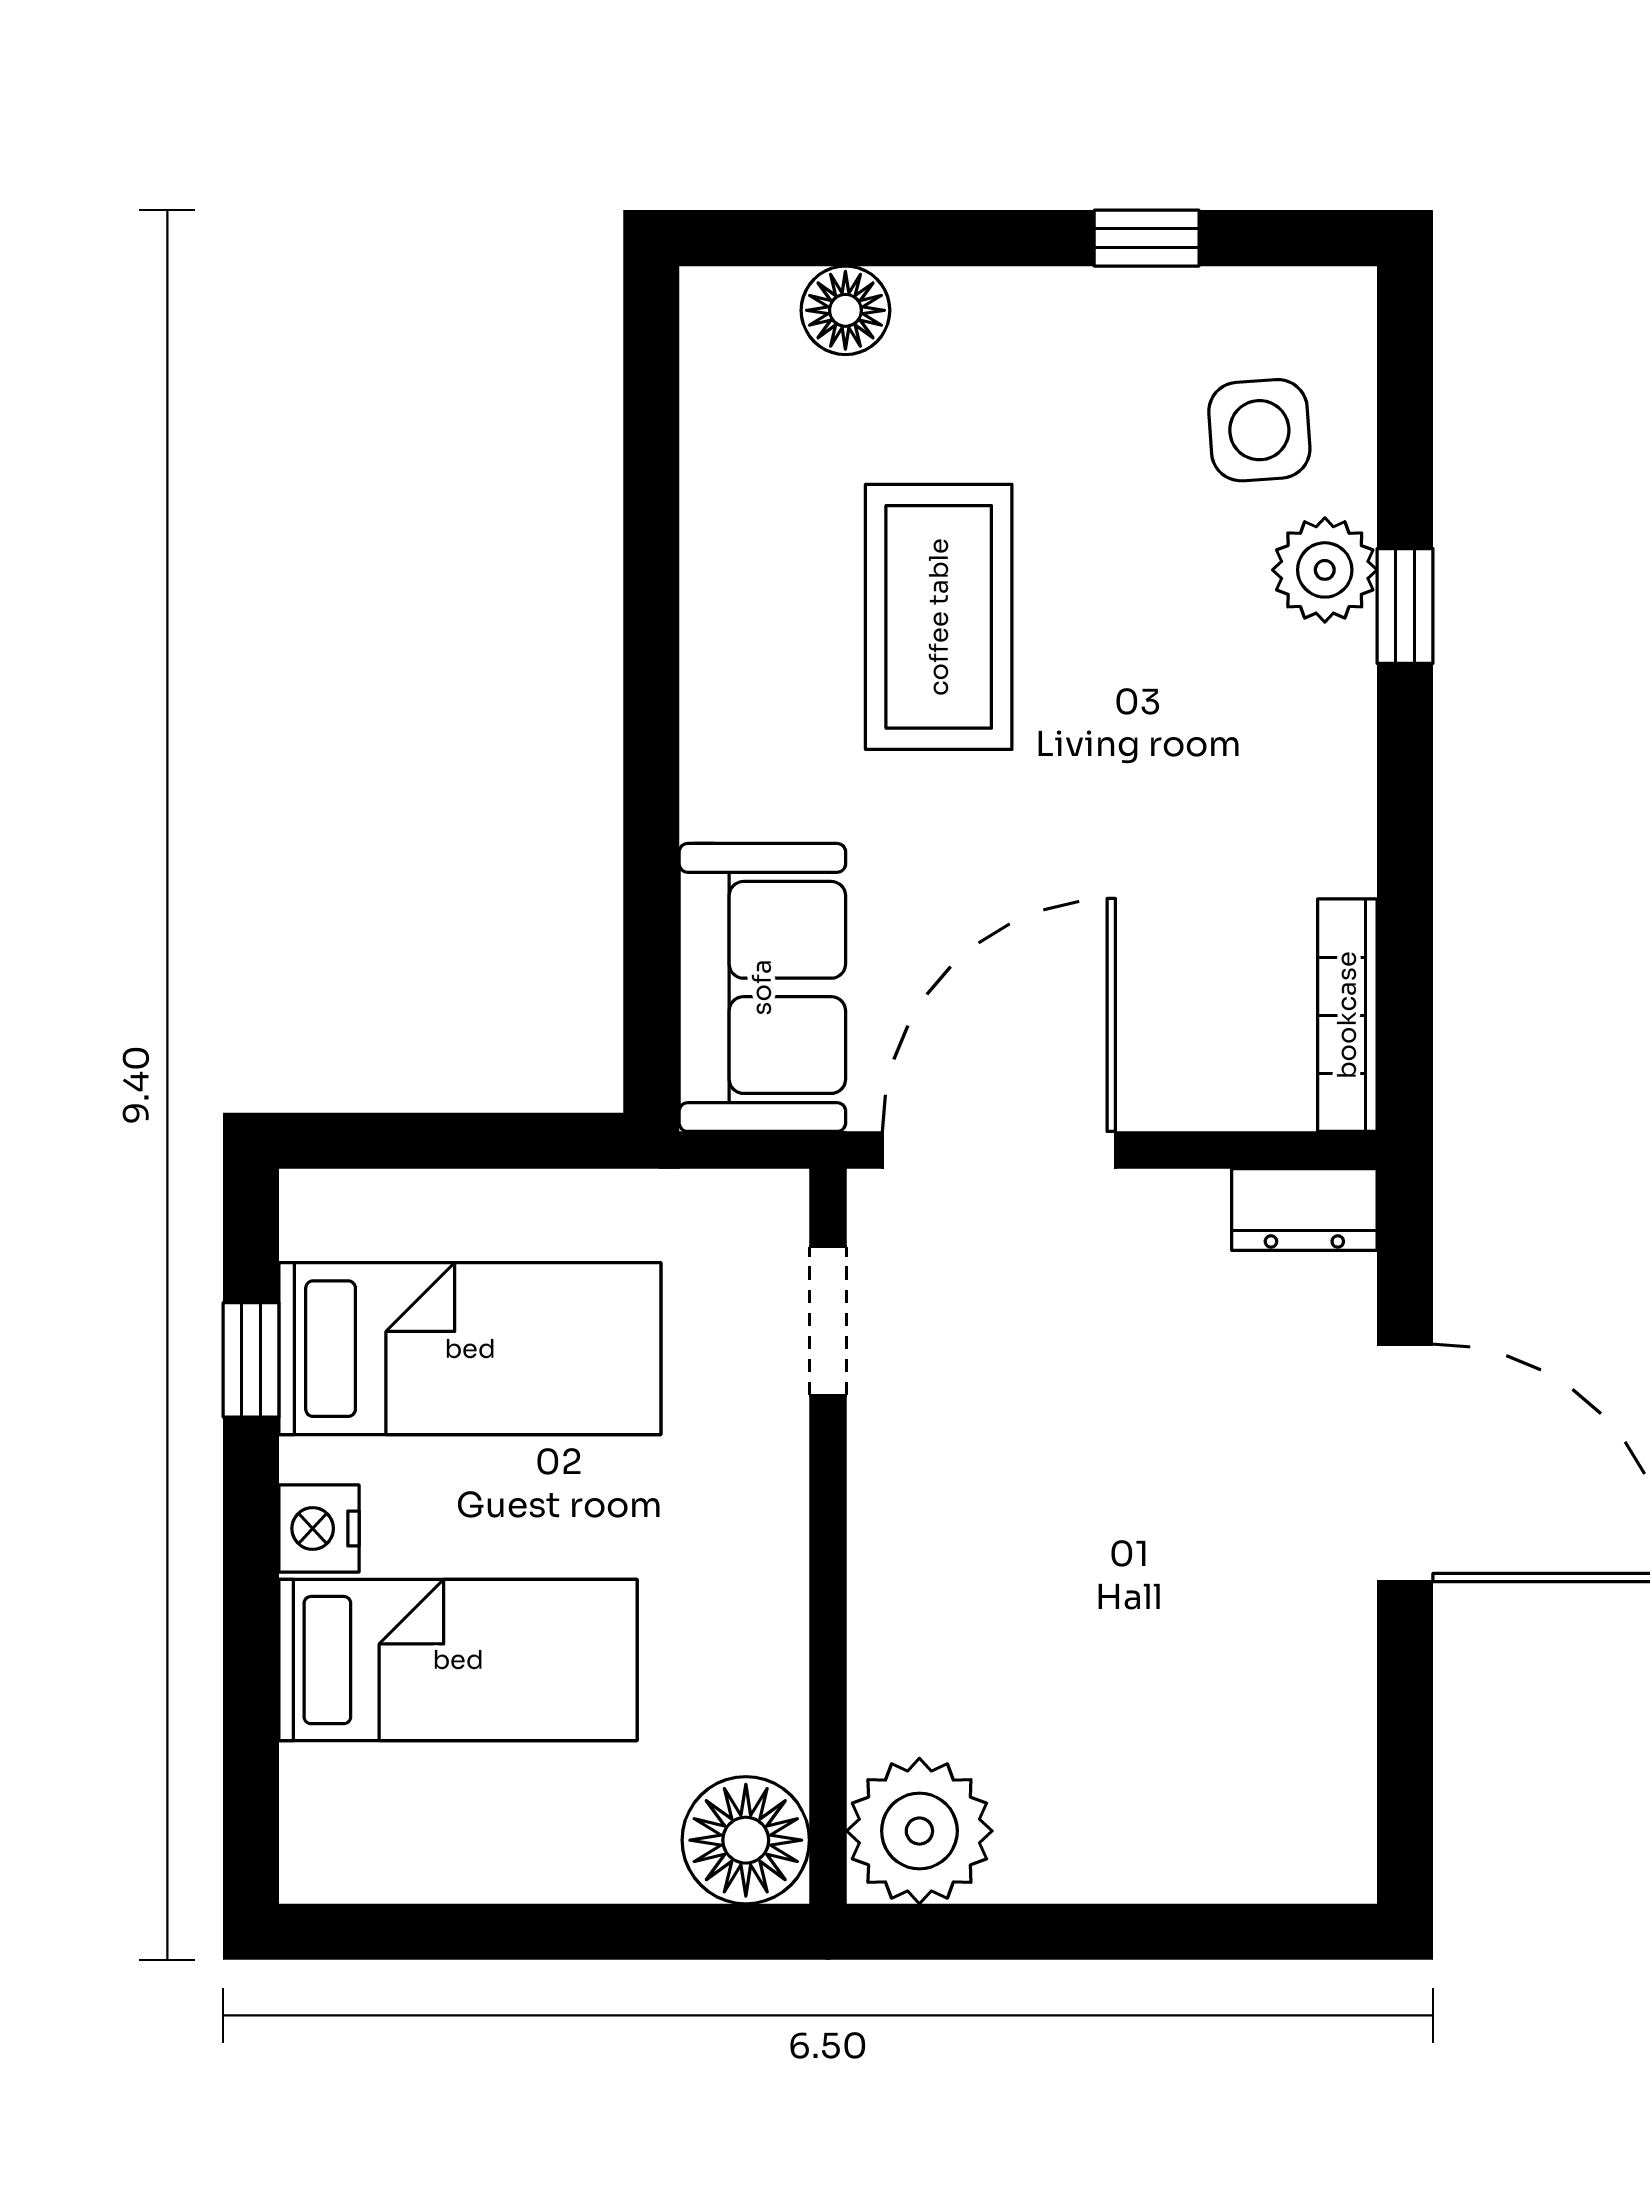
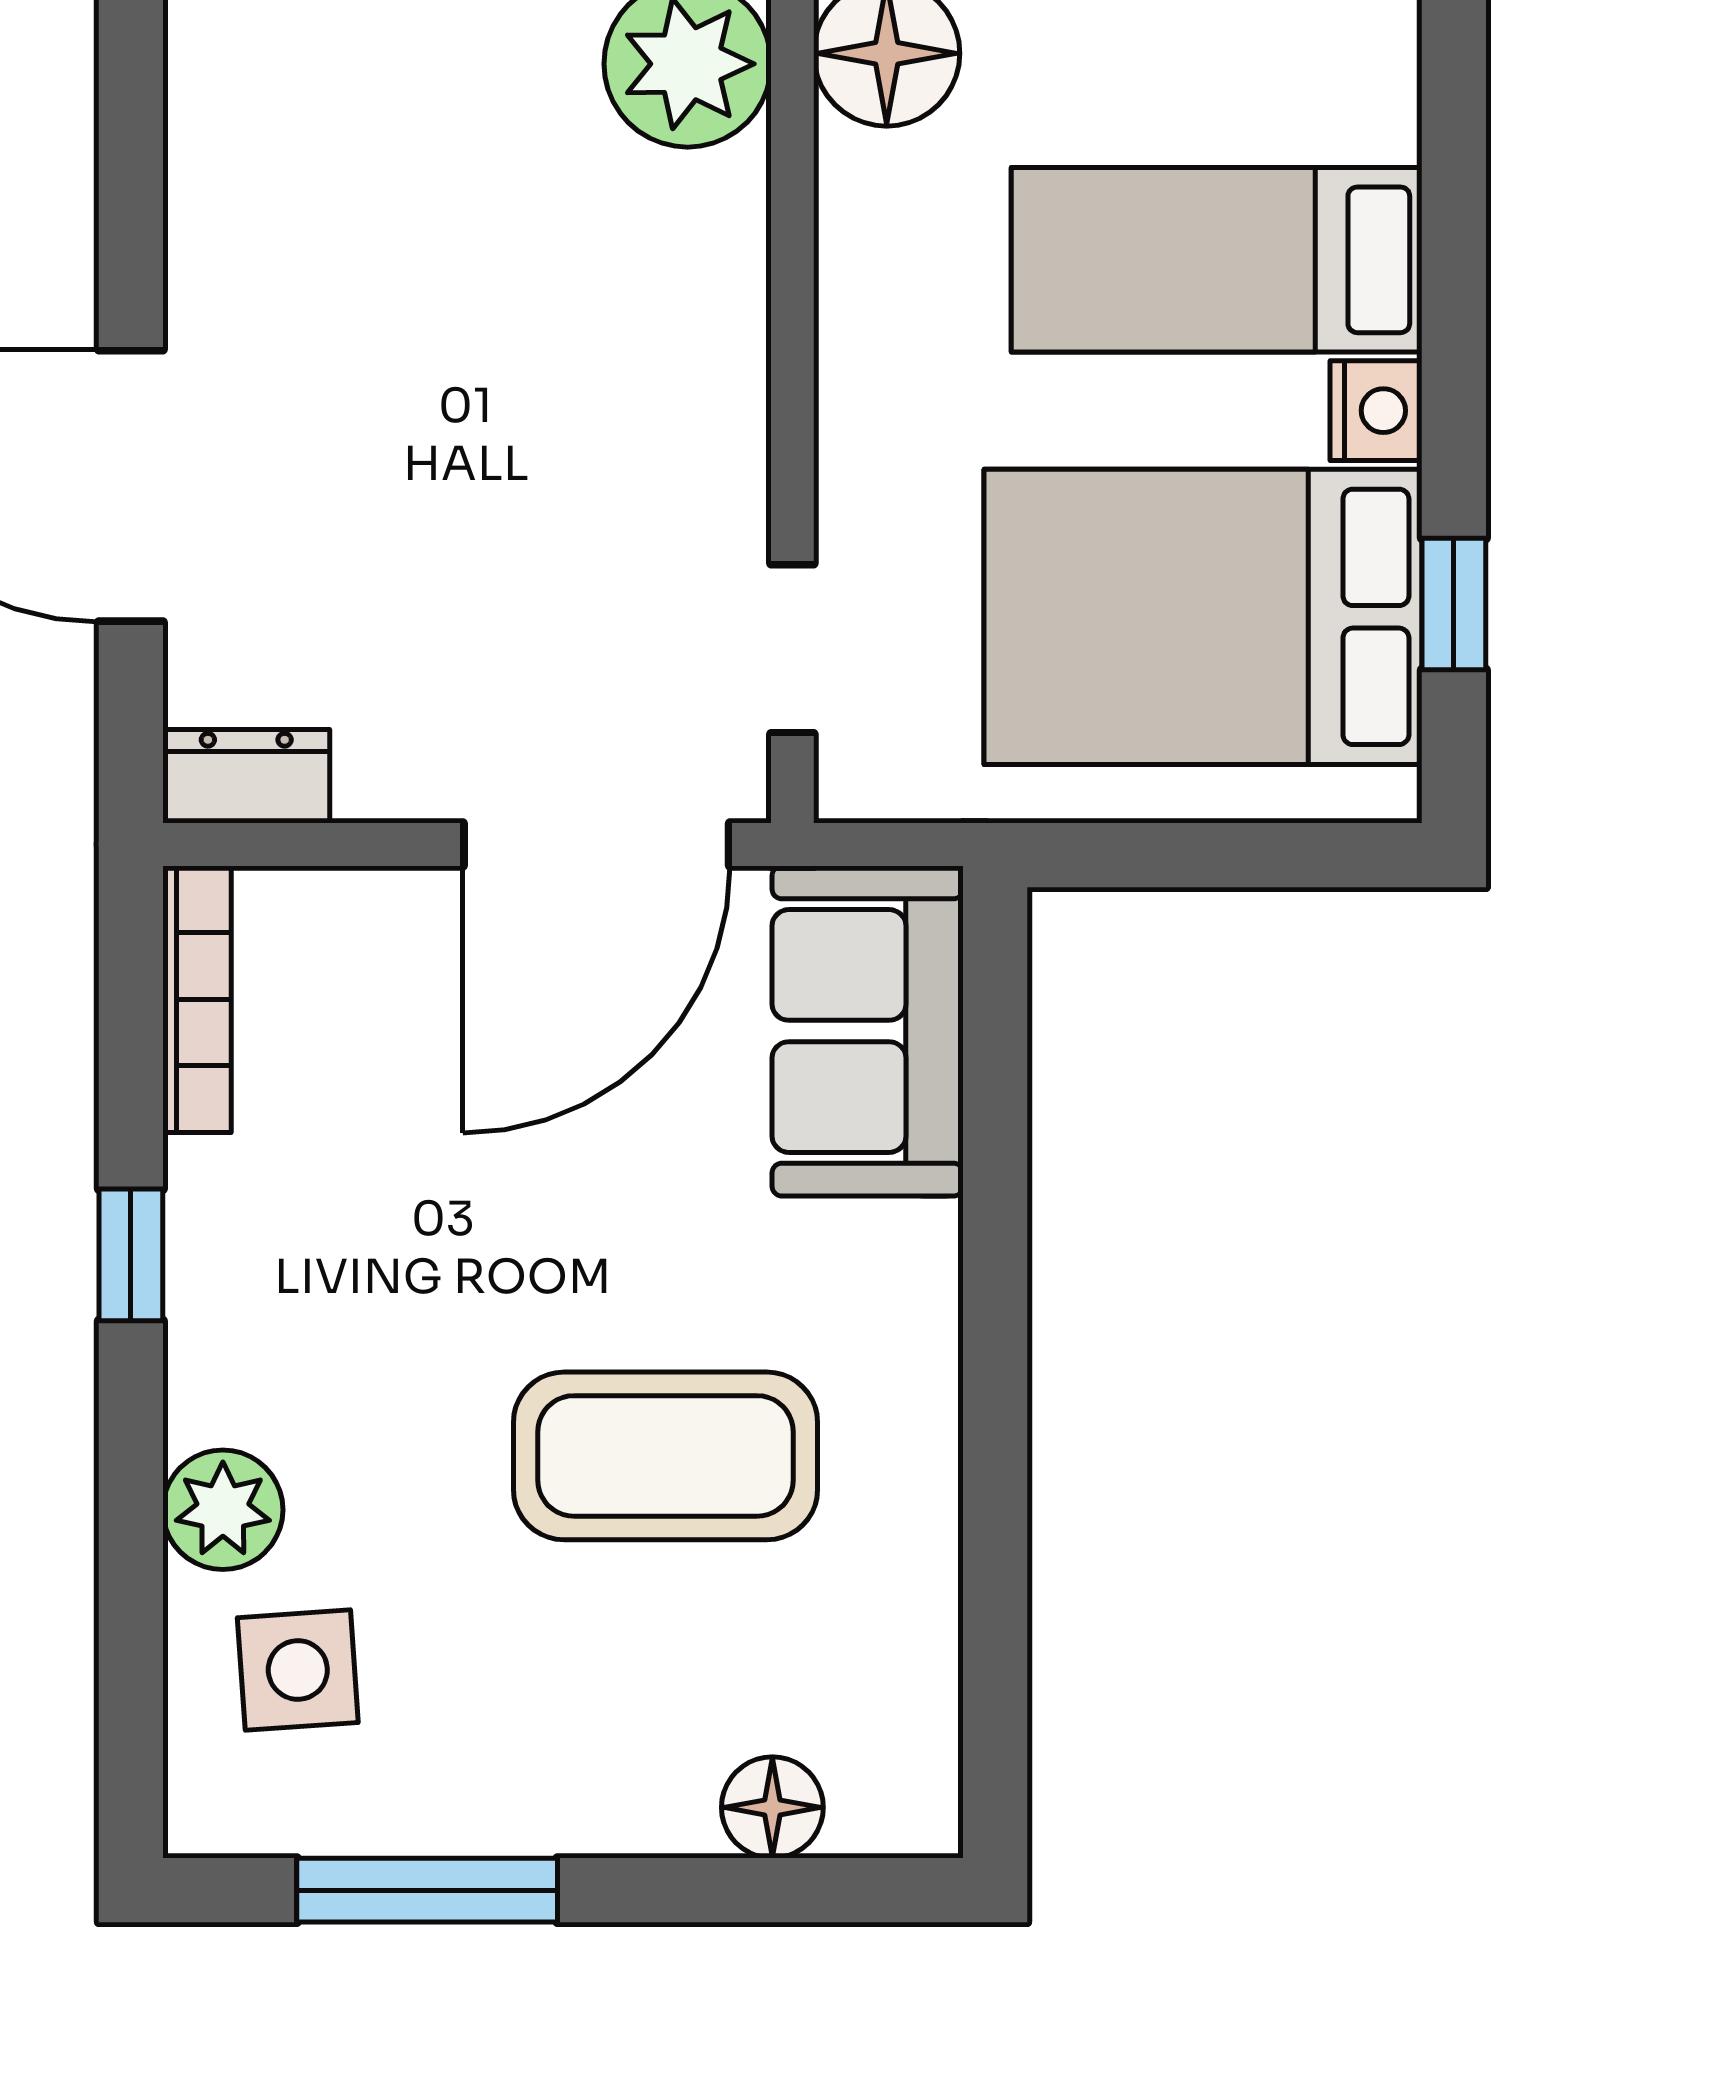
window: (1147, 238) -> (427, 1890), width x2.17
window: (1405, 606) -> (131, 1255), moved
coffee table: (939, 617) -> (666, 1456), turned 90
bed: (470, 1349) -> (1203, 617), width x1.50

